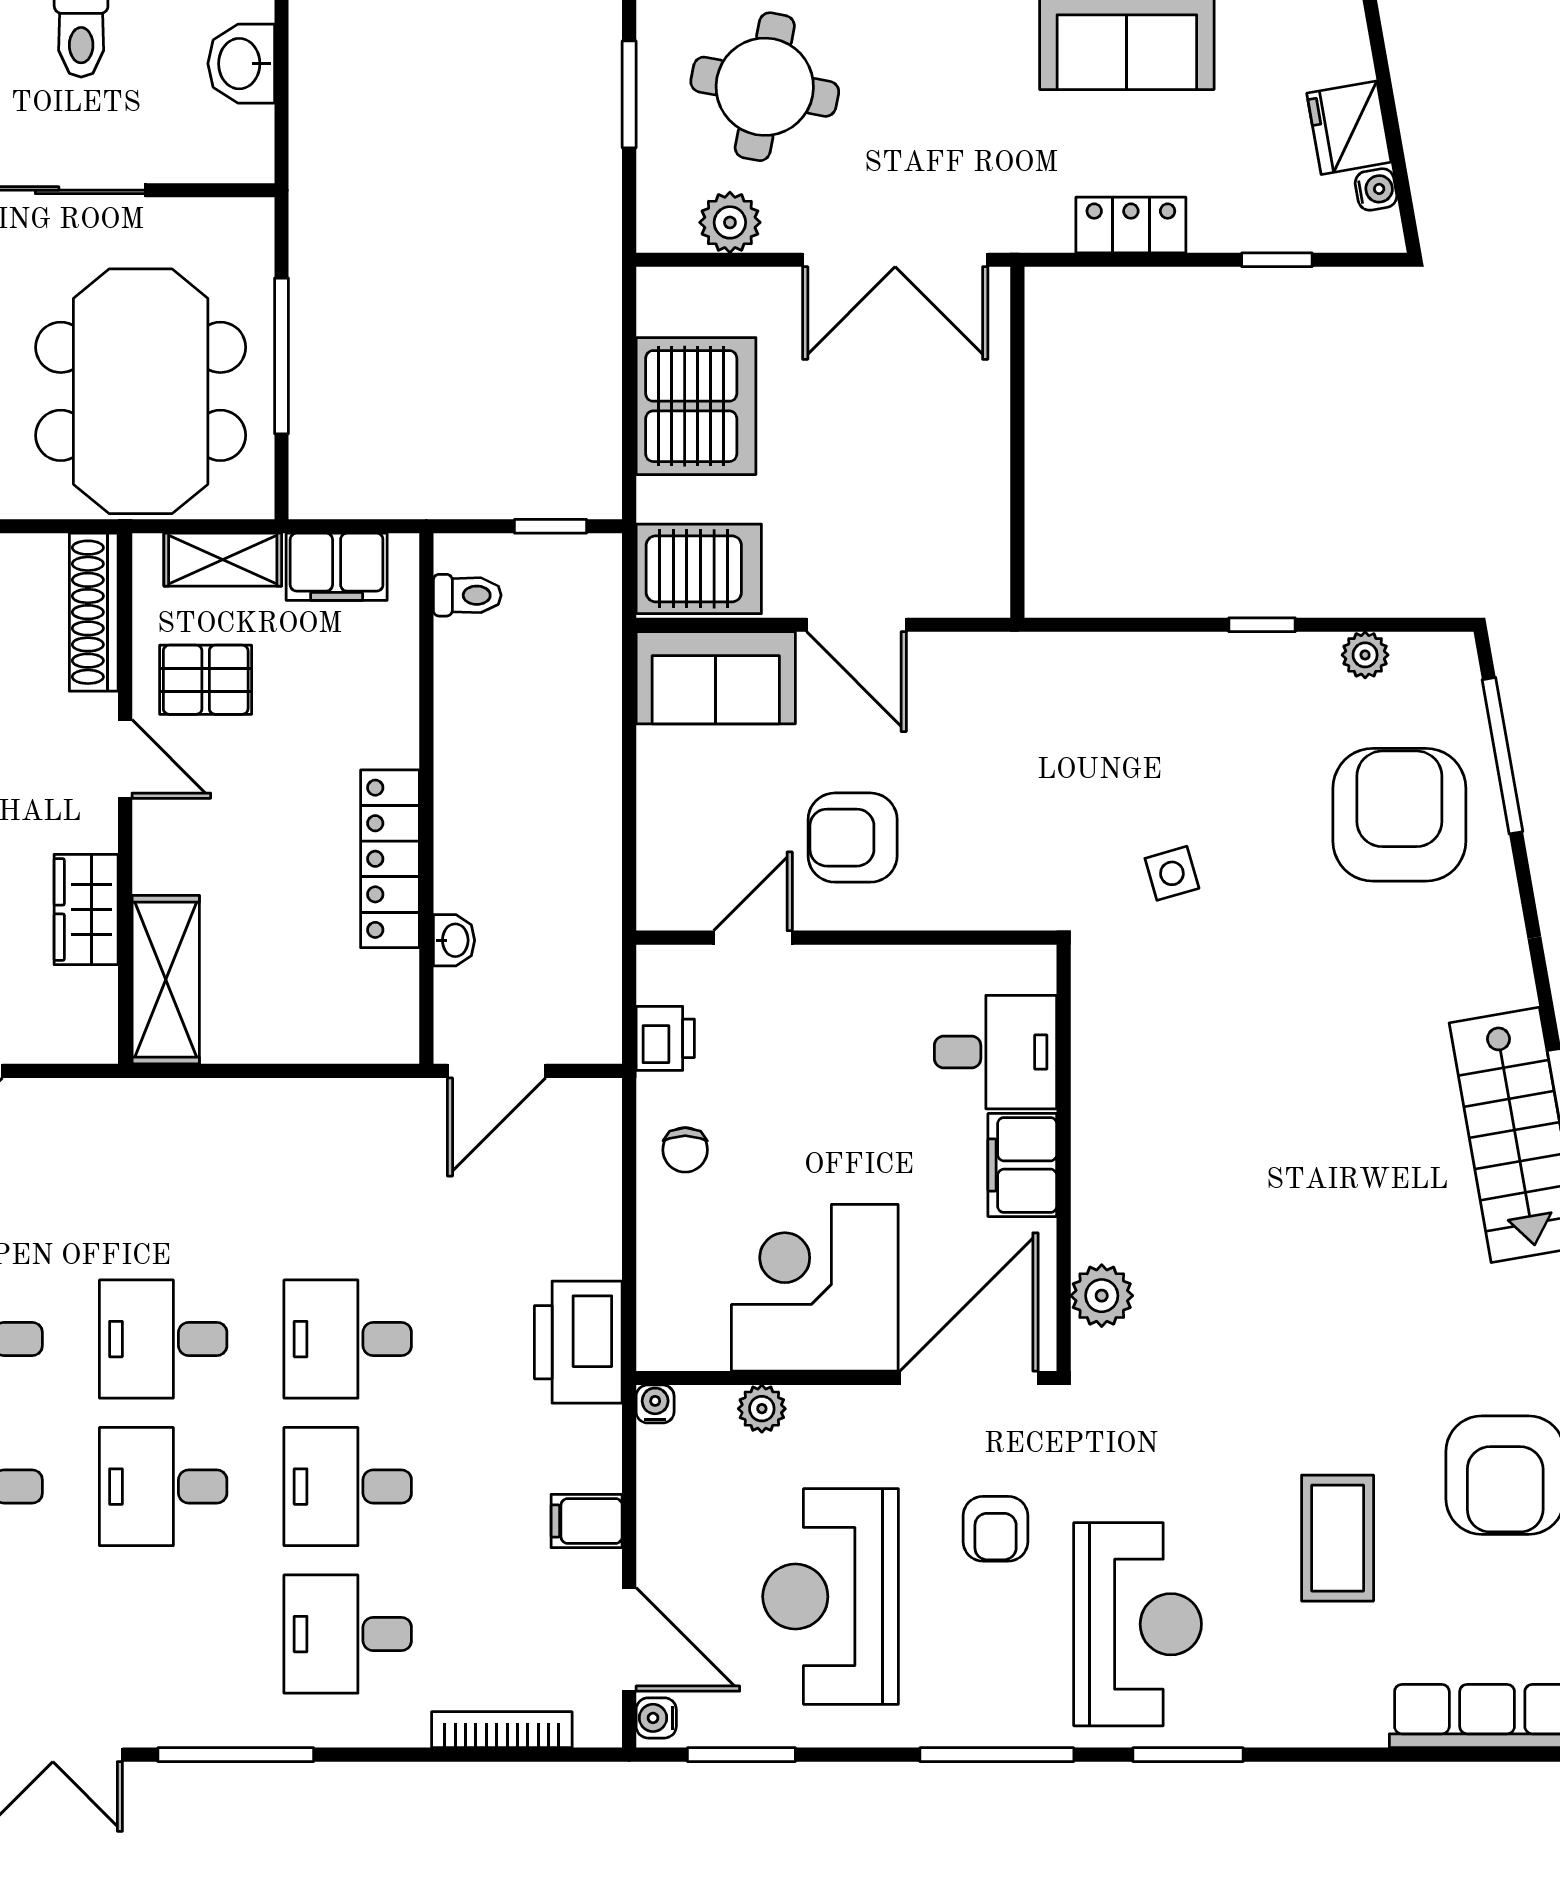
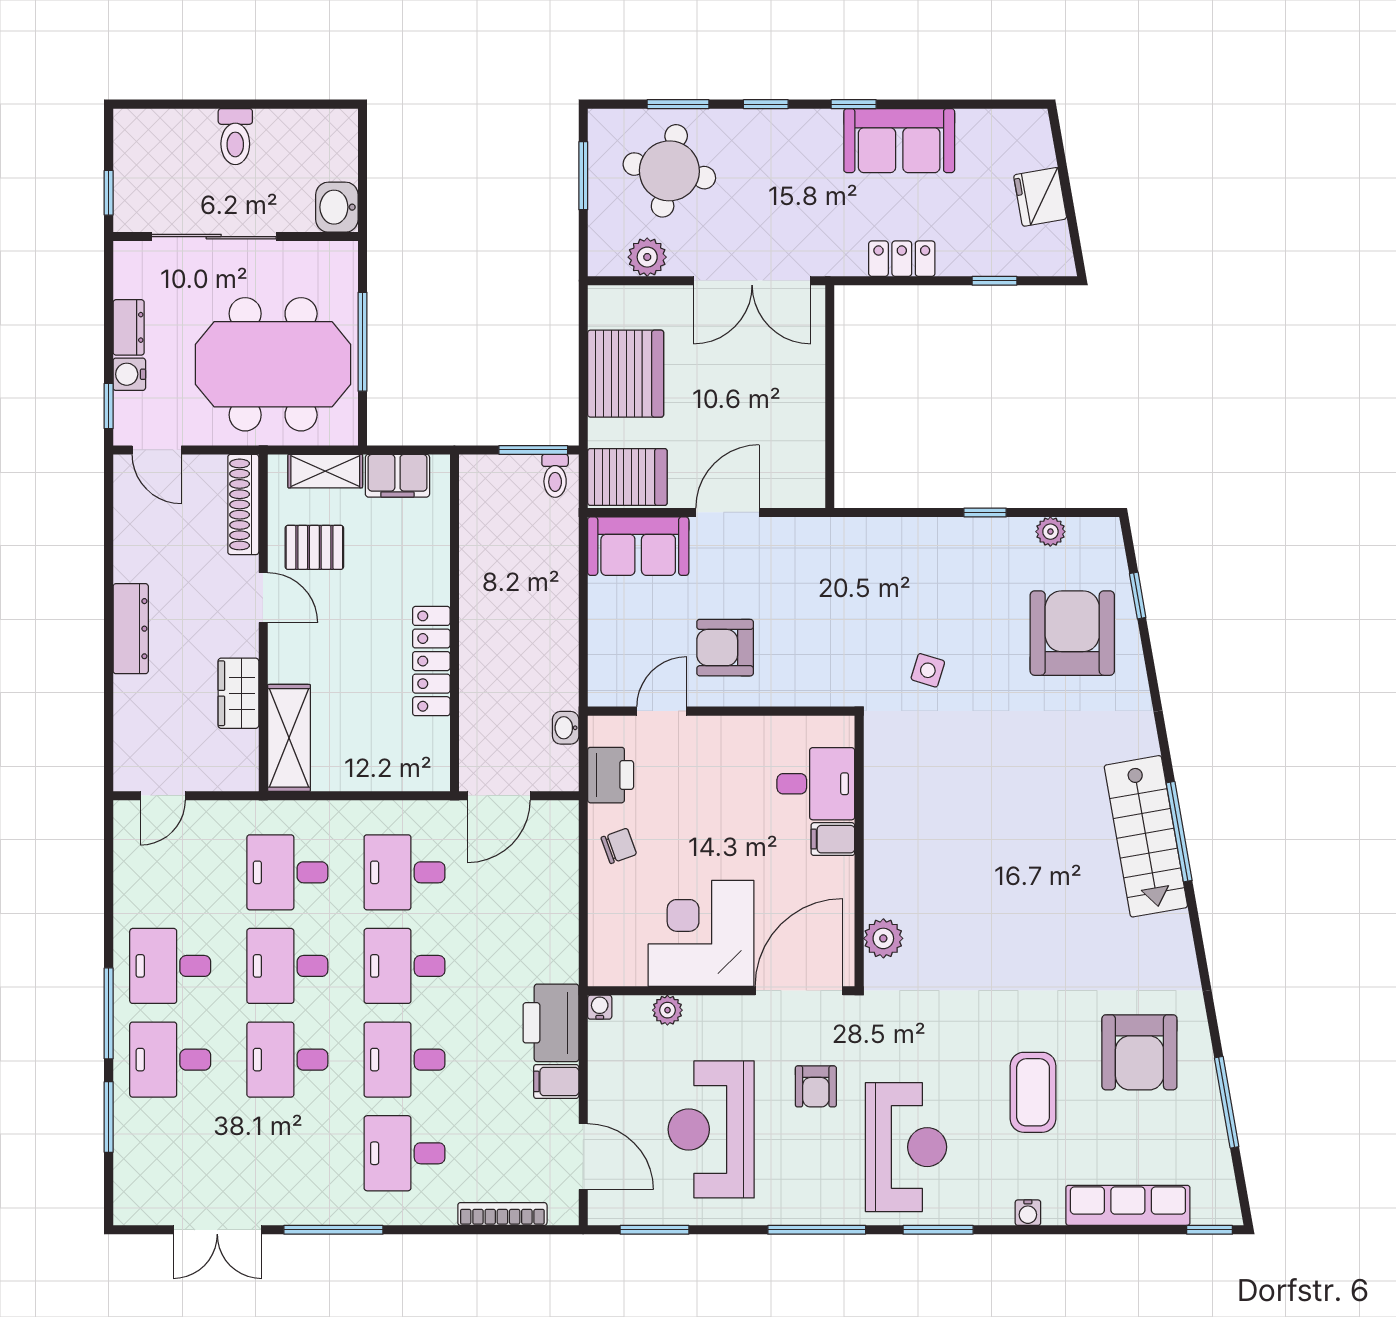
washbasin: (241, 64) -> (337, 207), moved
water cooler: (1376, 189) -> (1057, 236), removed
meeting table: (141, 391) -> (273, 364), turned 90
window: (550, 526) -> (533, 450), width x1.50
toilet: (467, 595) -> (555, 476), moved, turned 90
door: (856, 625) -> (728, 512), swing flipped
window: (1502, 756) -> (1138, 596), width x0.46
side table: (1172, 873) -> (928, 670), turned 33
washbasin: (454, 940) -> (566, 728), moved, turned 180
printer: (665, 1038) -> (611, 775), width x1.36, depth x1.24
chair: (685, 1150) -> (619, 846), turned -110
filing cabinet: (1022, 1165) -> (833, 839), width x0.50
desk: (163, 1192) -> (287, 872), added
desk: (348, 1192) -> (405, 872), added
printer: (578, 1342) -> (551, 1023), moved
water cooler: (656, 1718) -> (1028, 1213), moved, turned -90

